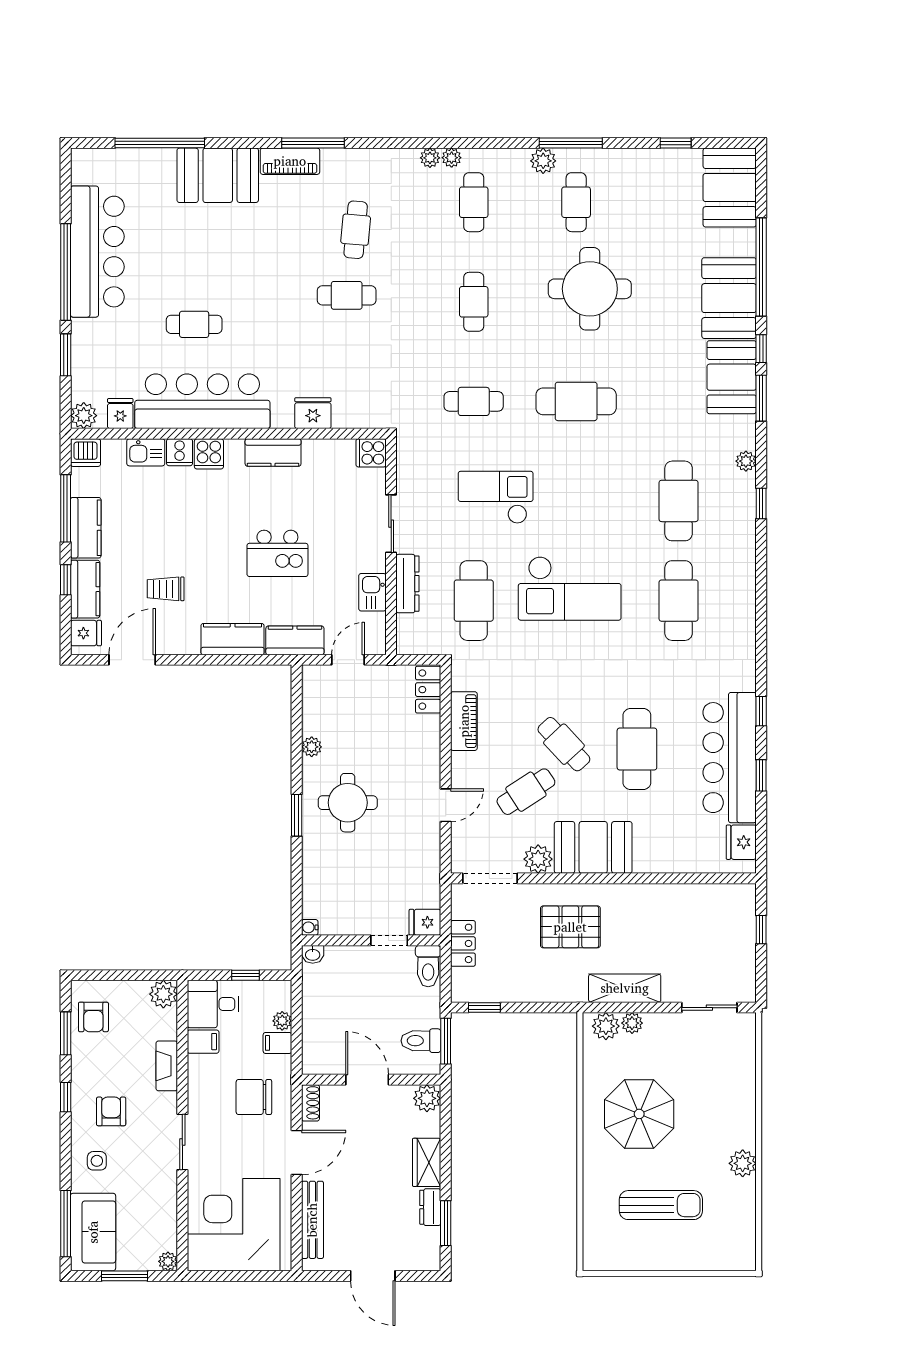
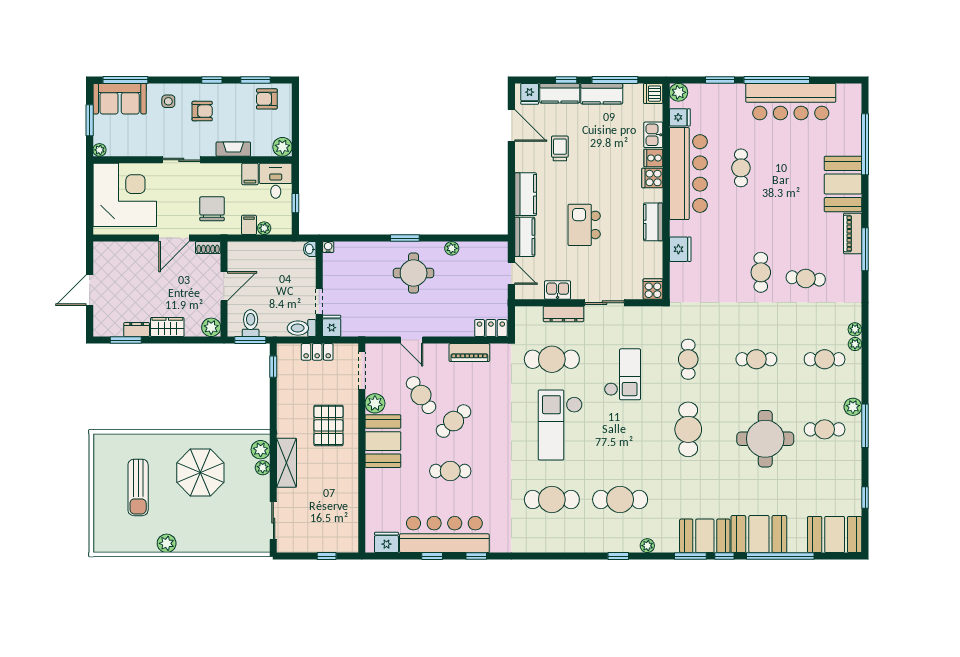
cafe table: (637, 749) -> (450, 471), width x0.73, depth x0.74
door: (297, 1152) -> (174, 238), hinge flipped
bench: (312, 1220) -> (128, 249), removed

